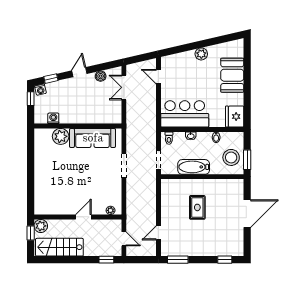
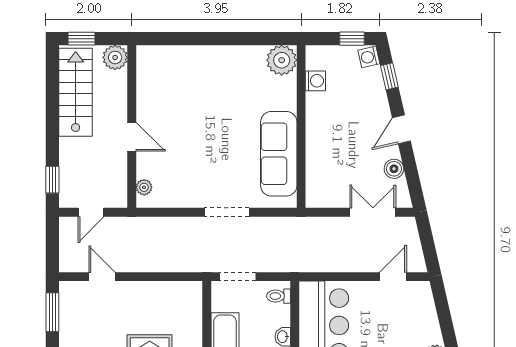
door: (79, 72) -> (401, 129), swing flipped
plant: (61, 136) -> (282, 60), moved
window: (31, 233) -> (81, 39), moved

